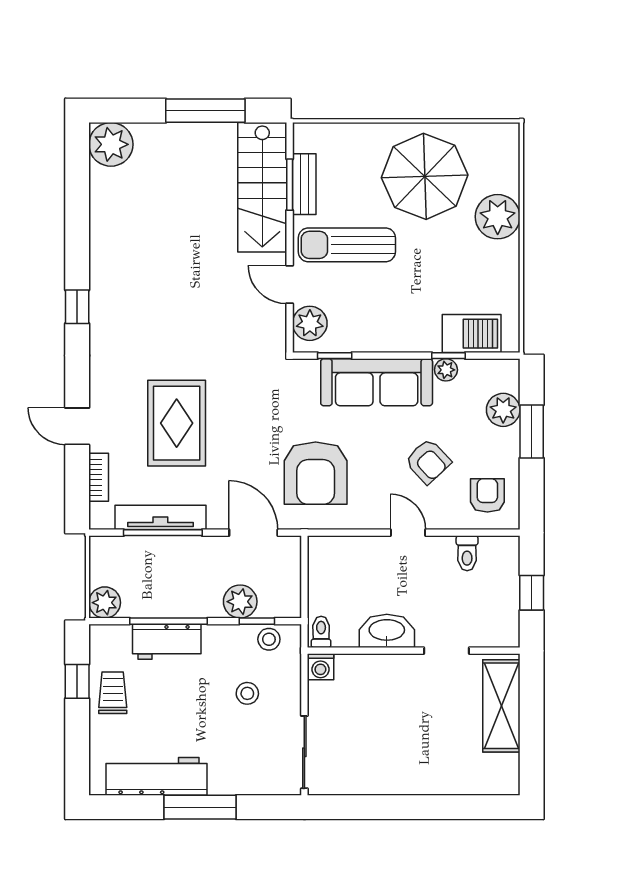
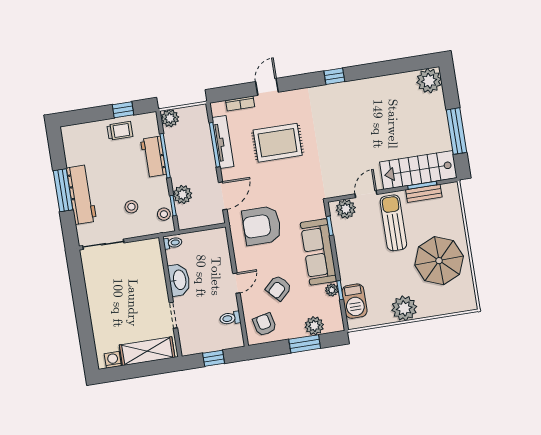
plant: (498, 217) -> (404, 308), moved
armchair: (487, 495) -> (265, 324), turned -103
washing machine: (320, 667) -> (113, 360), moved, turned 90
workbench: (157, 776) -> (81, 195), moved

